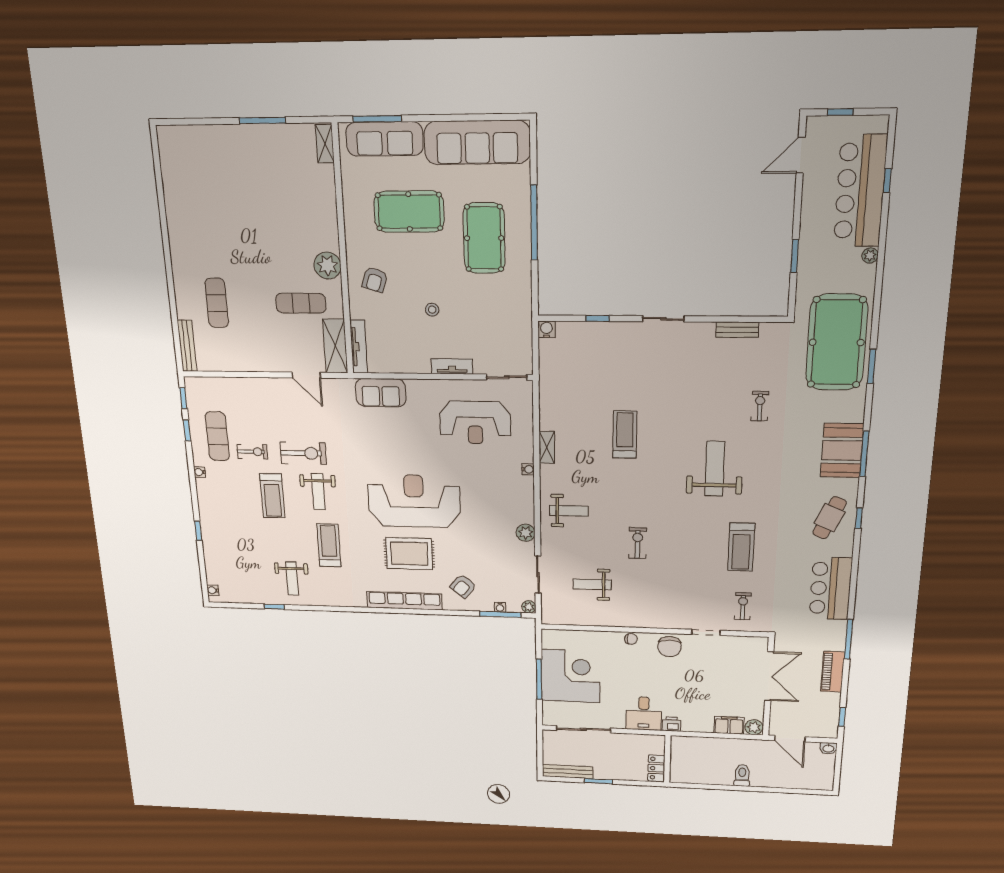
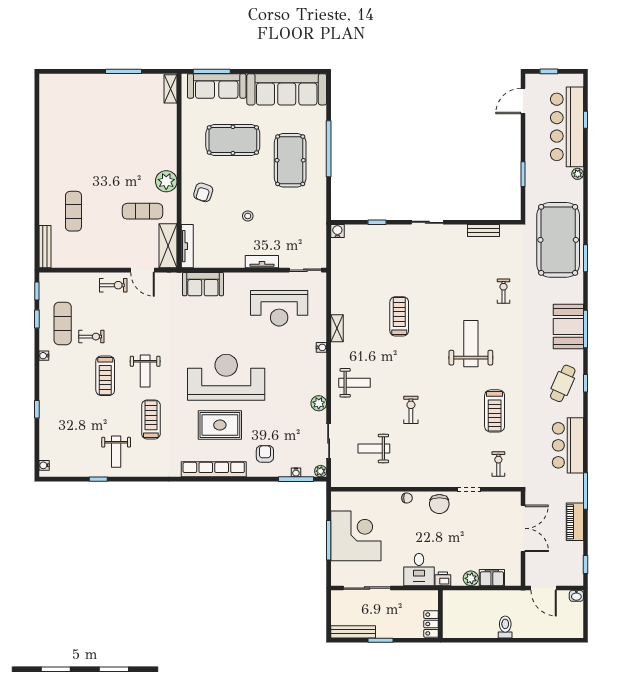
exercise bike: (303, 453) -> (113, 285), moved, width x0.73, depth x0.72
armchair: (463, 586) -> (265, 454), turned 140
plant: (754, 727) -> (471, 578), moved

